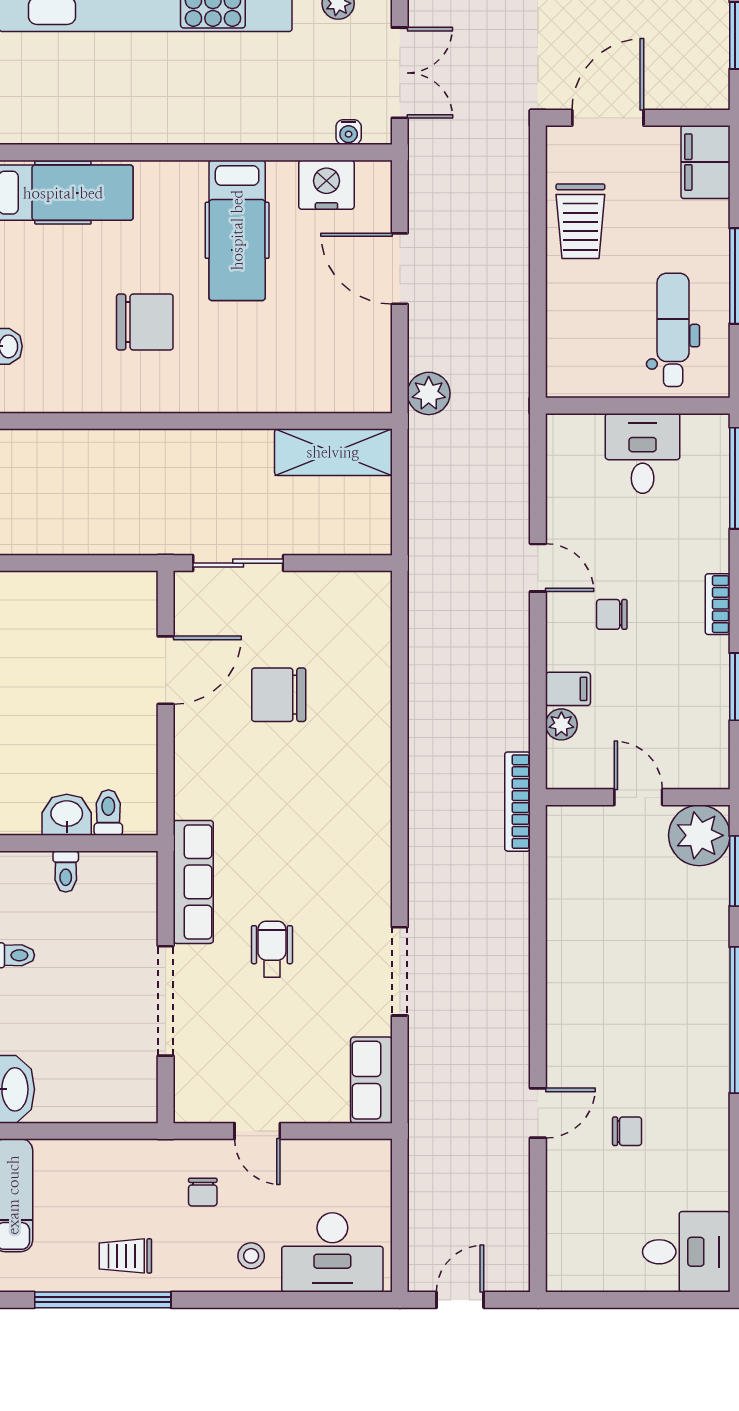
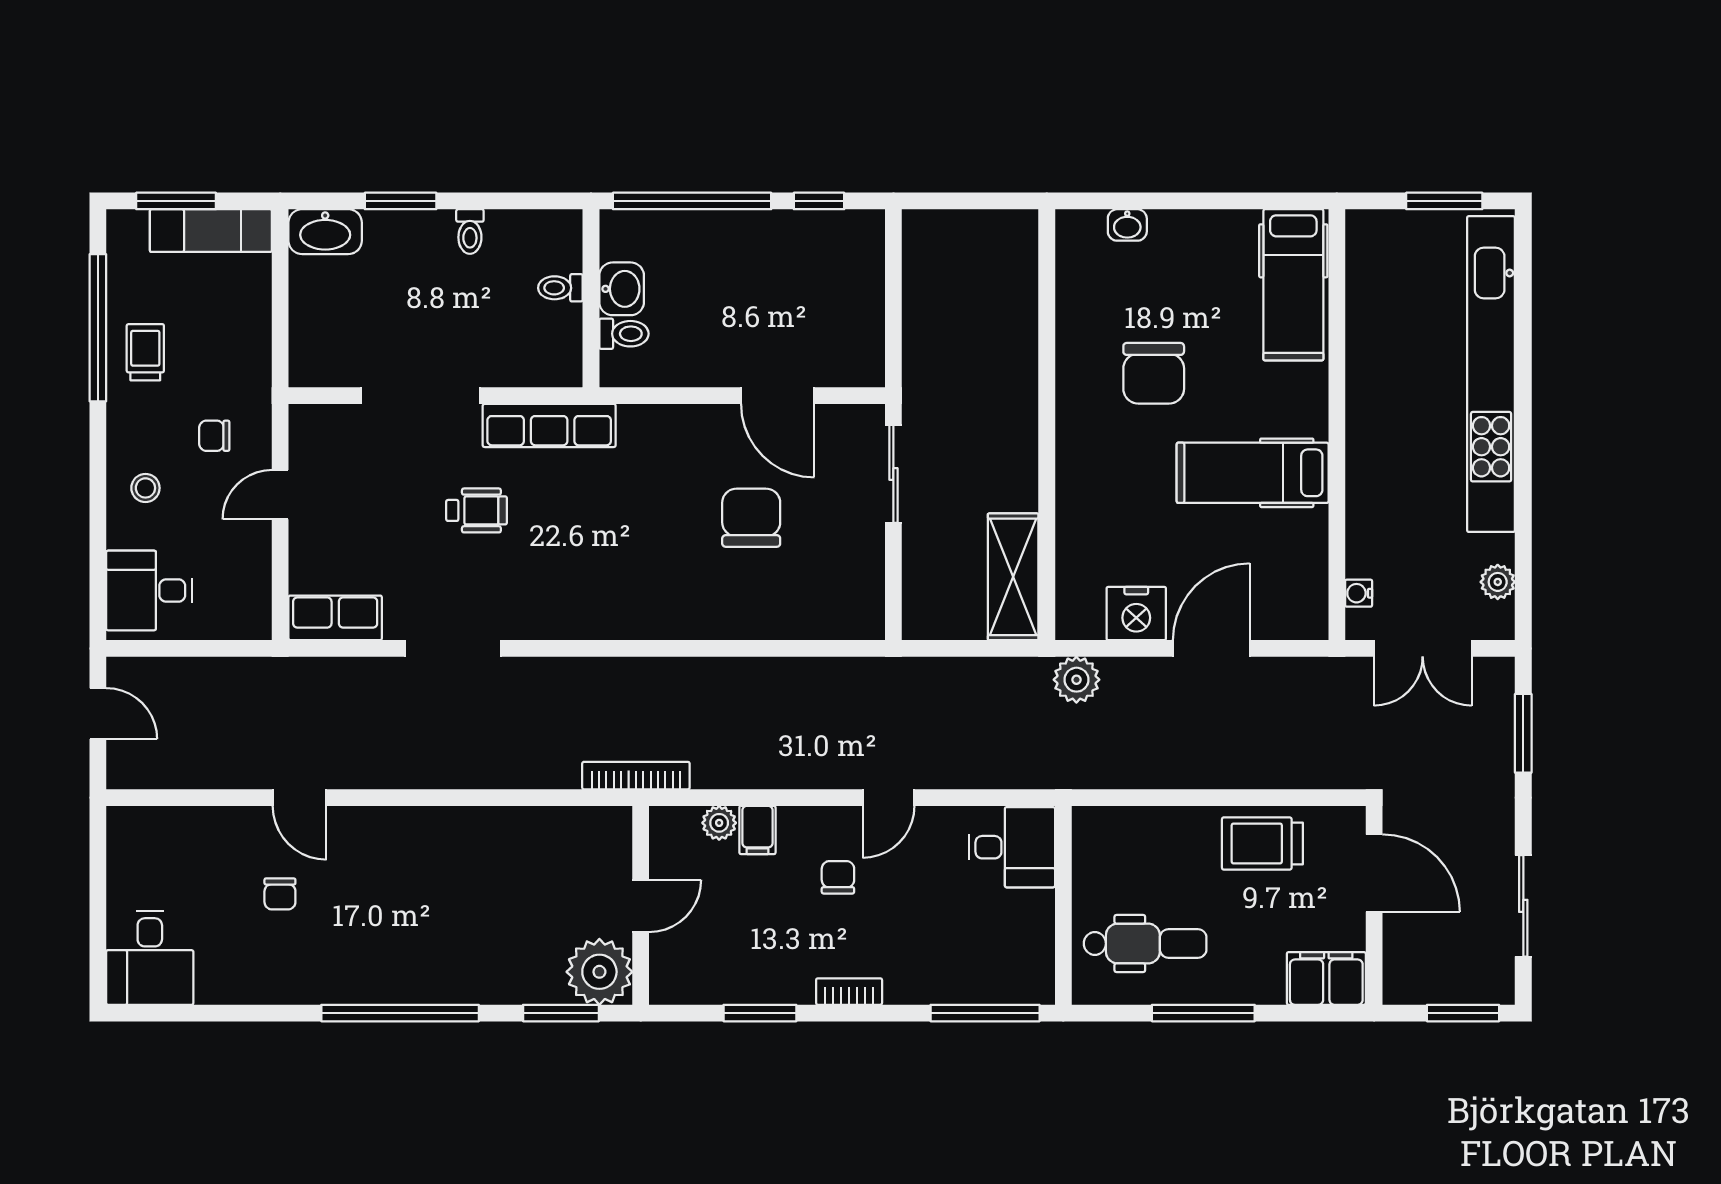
nightstand: (326, 185) -> (1136, 613), moved, turned 90
desk: (643, 453) -> (1012, 847), moved
desk: (332, 1252) -> (149, 591), width x0.73

